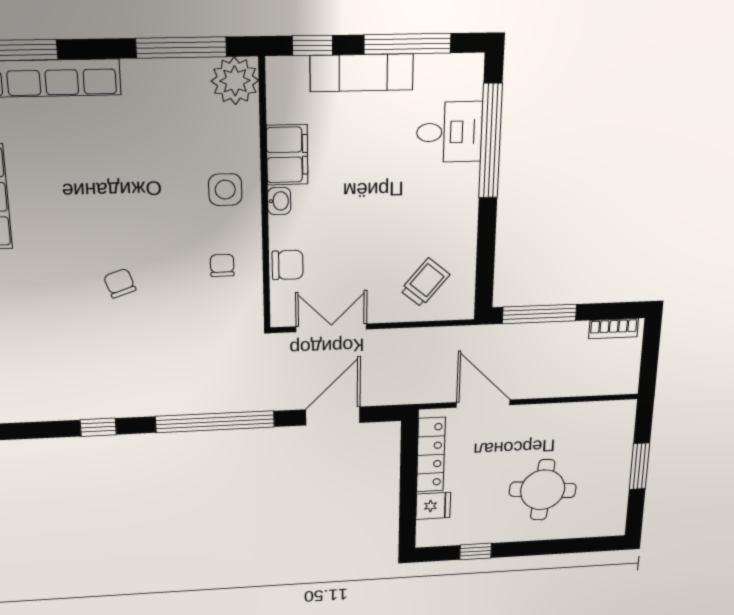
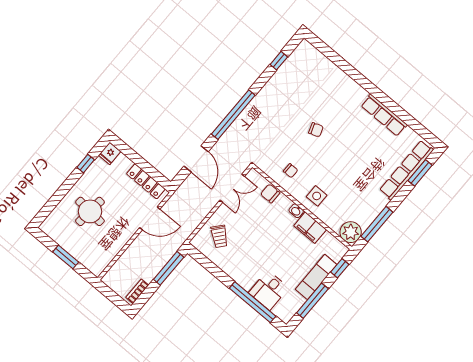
chair: (288, 265) -> (270, 193), turned 90
window: (98, 427) -> (279, 61), moved
fridge: (433, 506) -> (110, 153), moved

